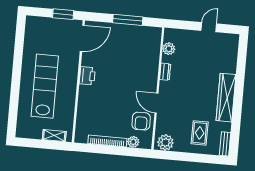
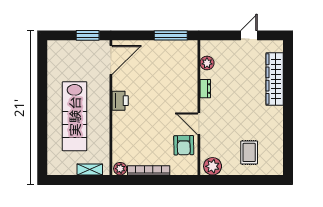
window: (128, 20) -> (171, 35), moved
lab bench: (45, 86) -> (75, 116), turned 180
wardrobe: (226, 98) -> (275, 79), moved
plant: (133, 142) -> (120, 169), moved
bench: (225, 144) -> (278, 162), removed

